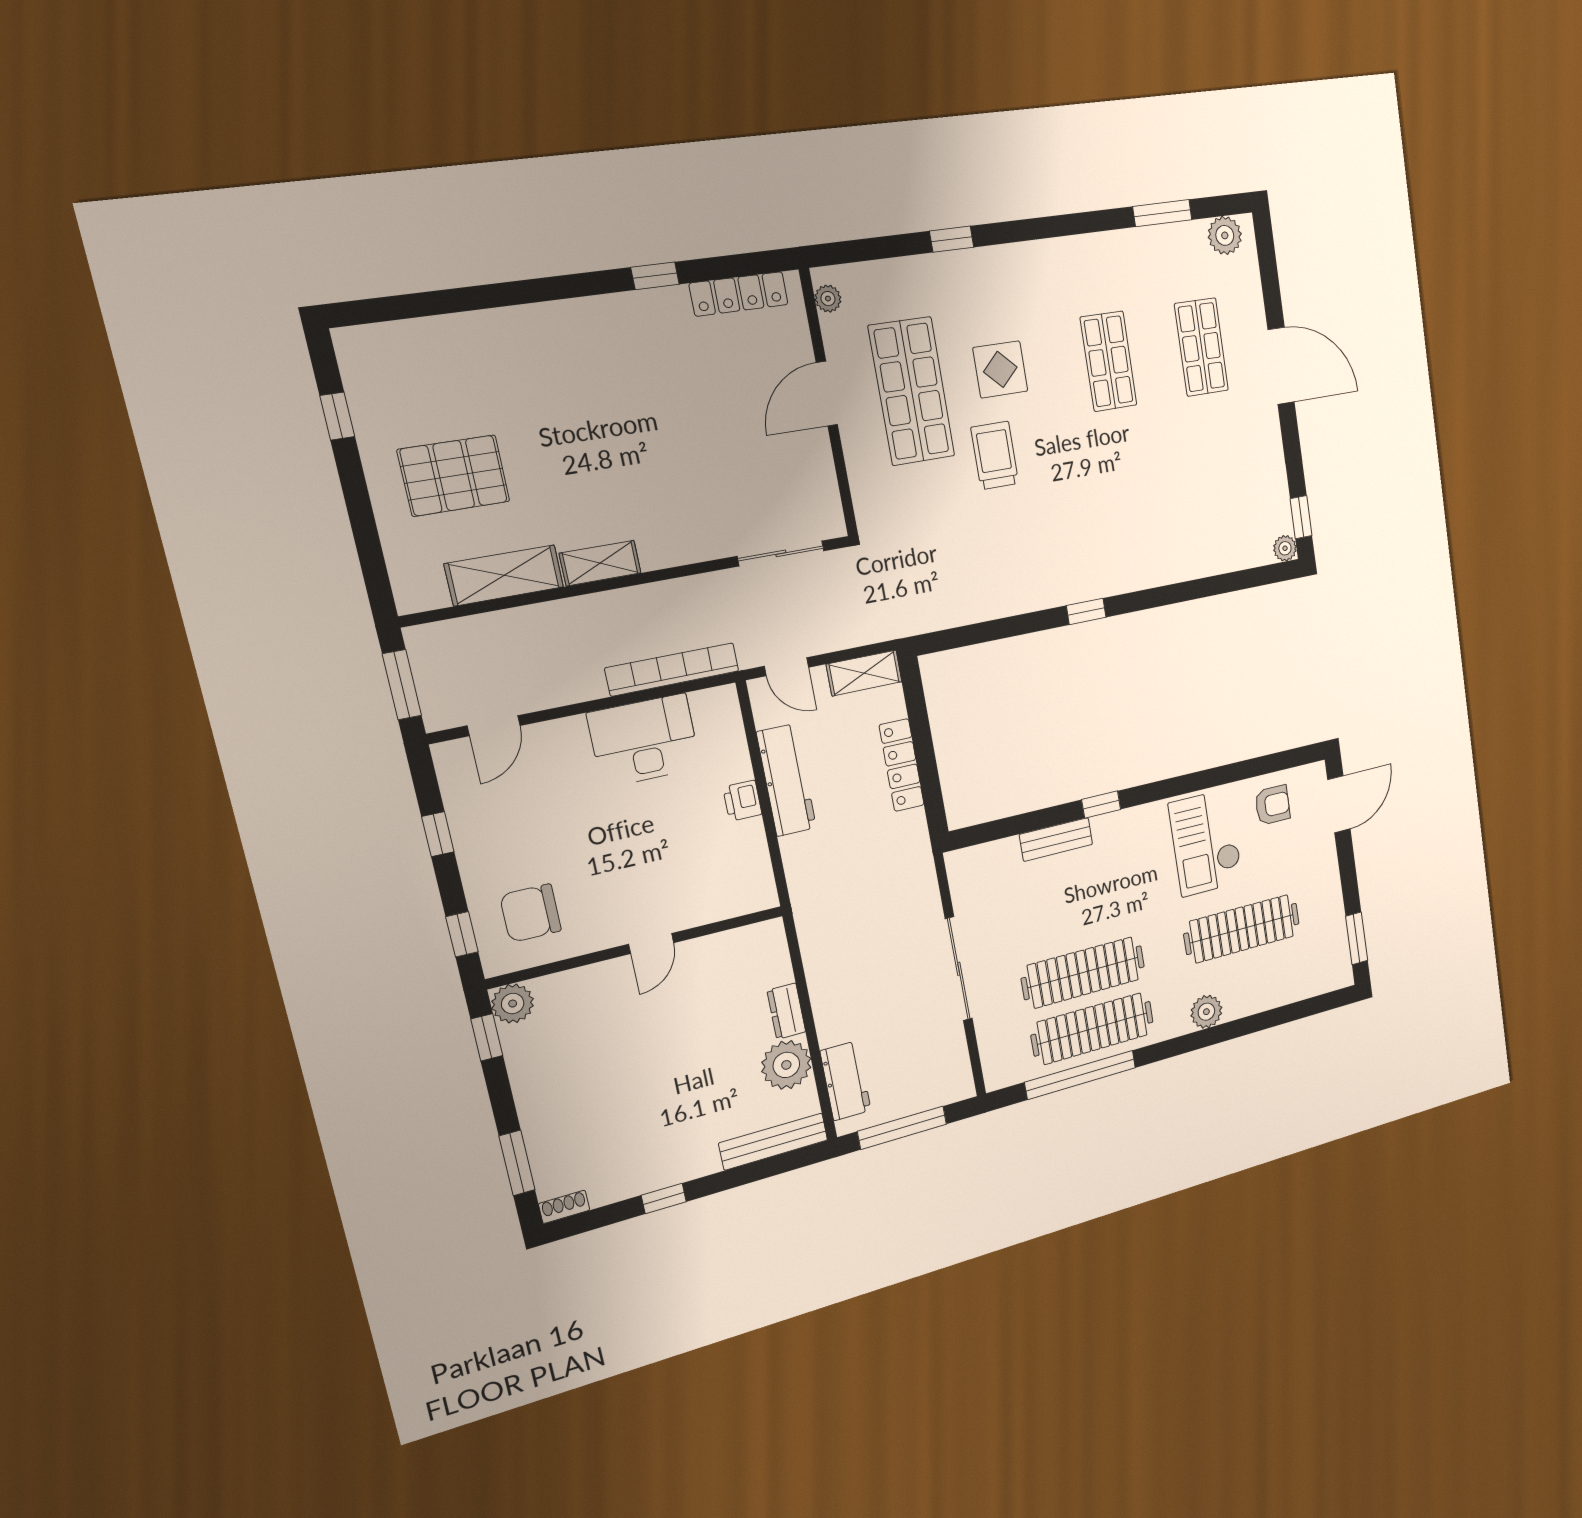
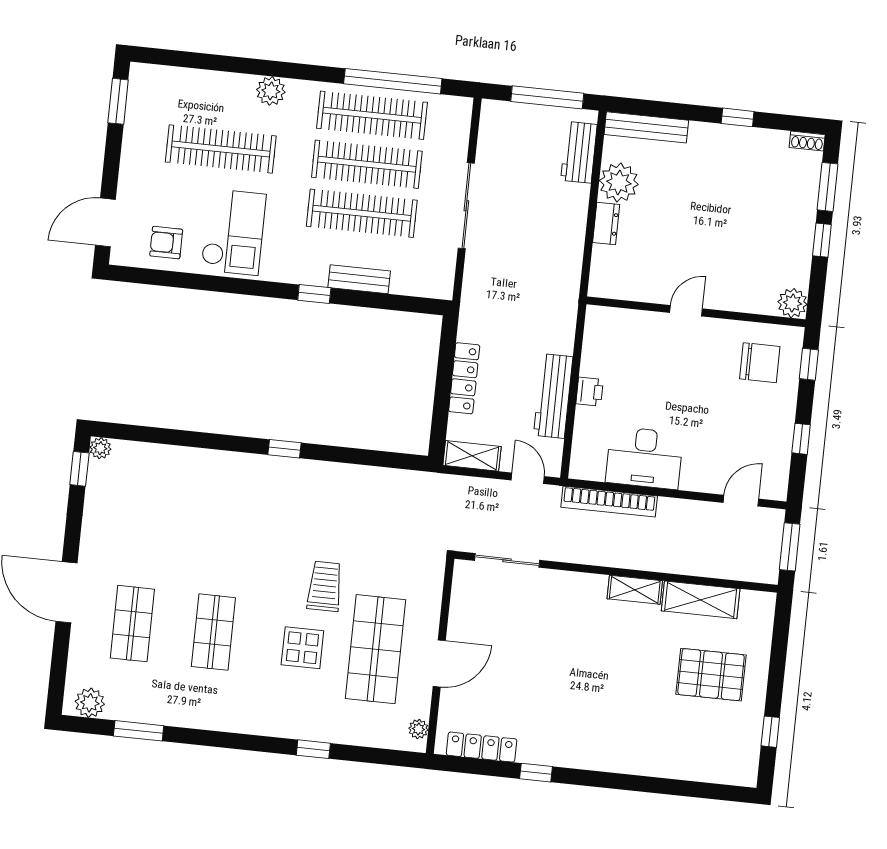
trolley: (995, 455) -> (325, 586), turned 180
clothes rail: (1074, 916) -> (362, 213), added
window: (487, 1037) -> (822, 240), moved

